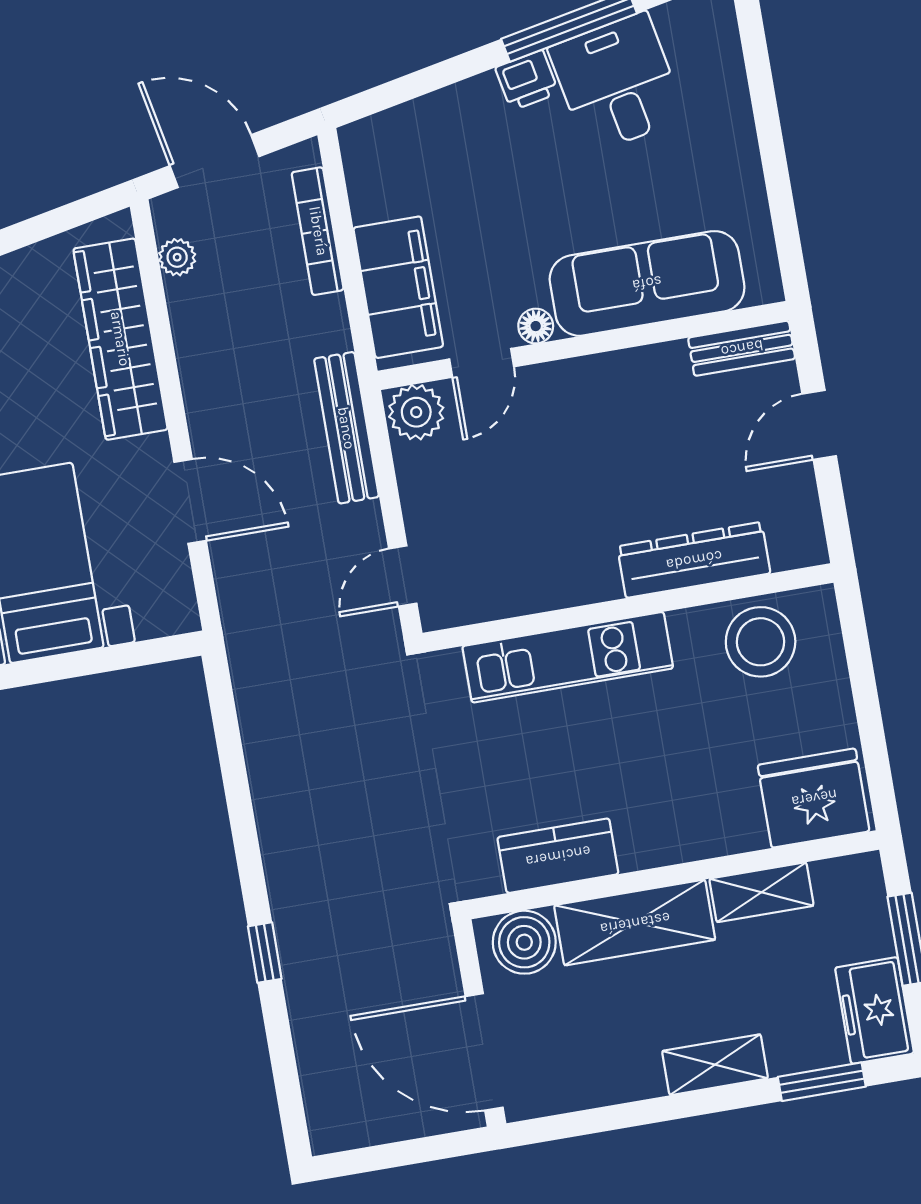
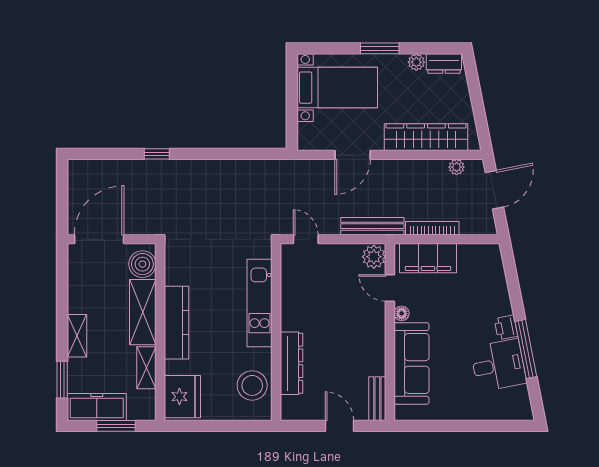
bookcase: (318, 231) -> (432, 228), moved
kitchen counter: (558, 856) -> (176, 323), moved, width x1.50
freezer: (874, 1011) -> (97, 407), width x1.40

